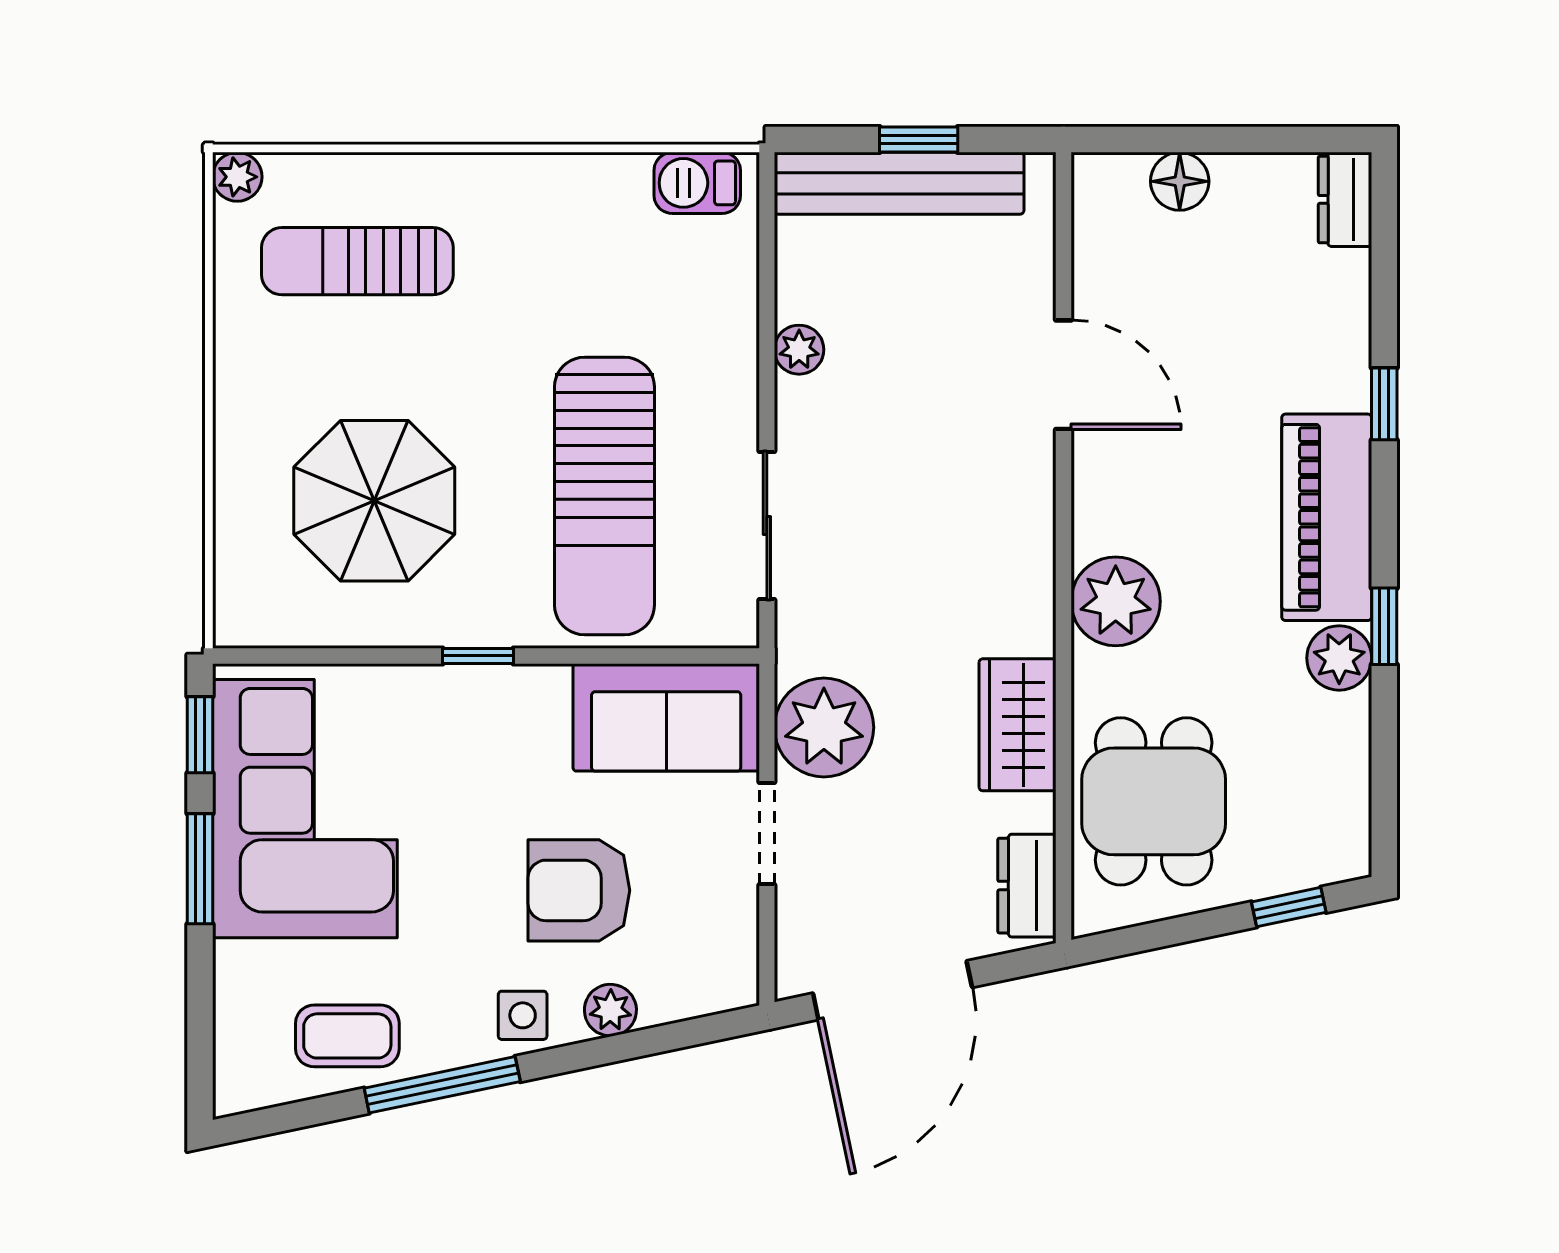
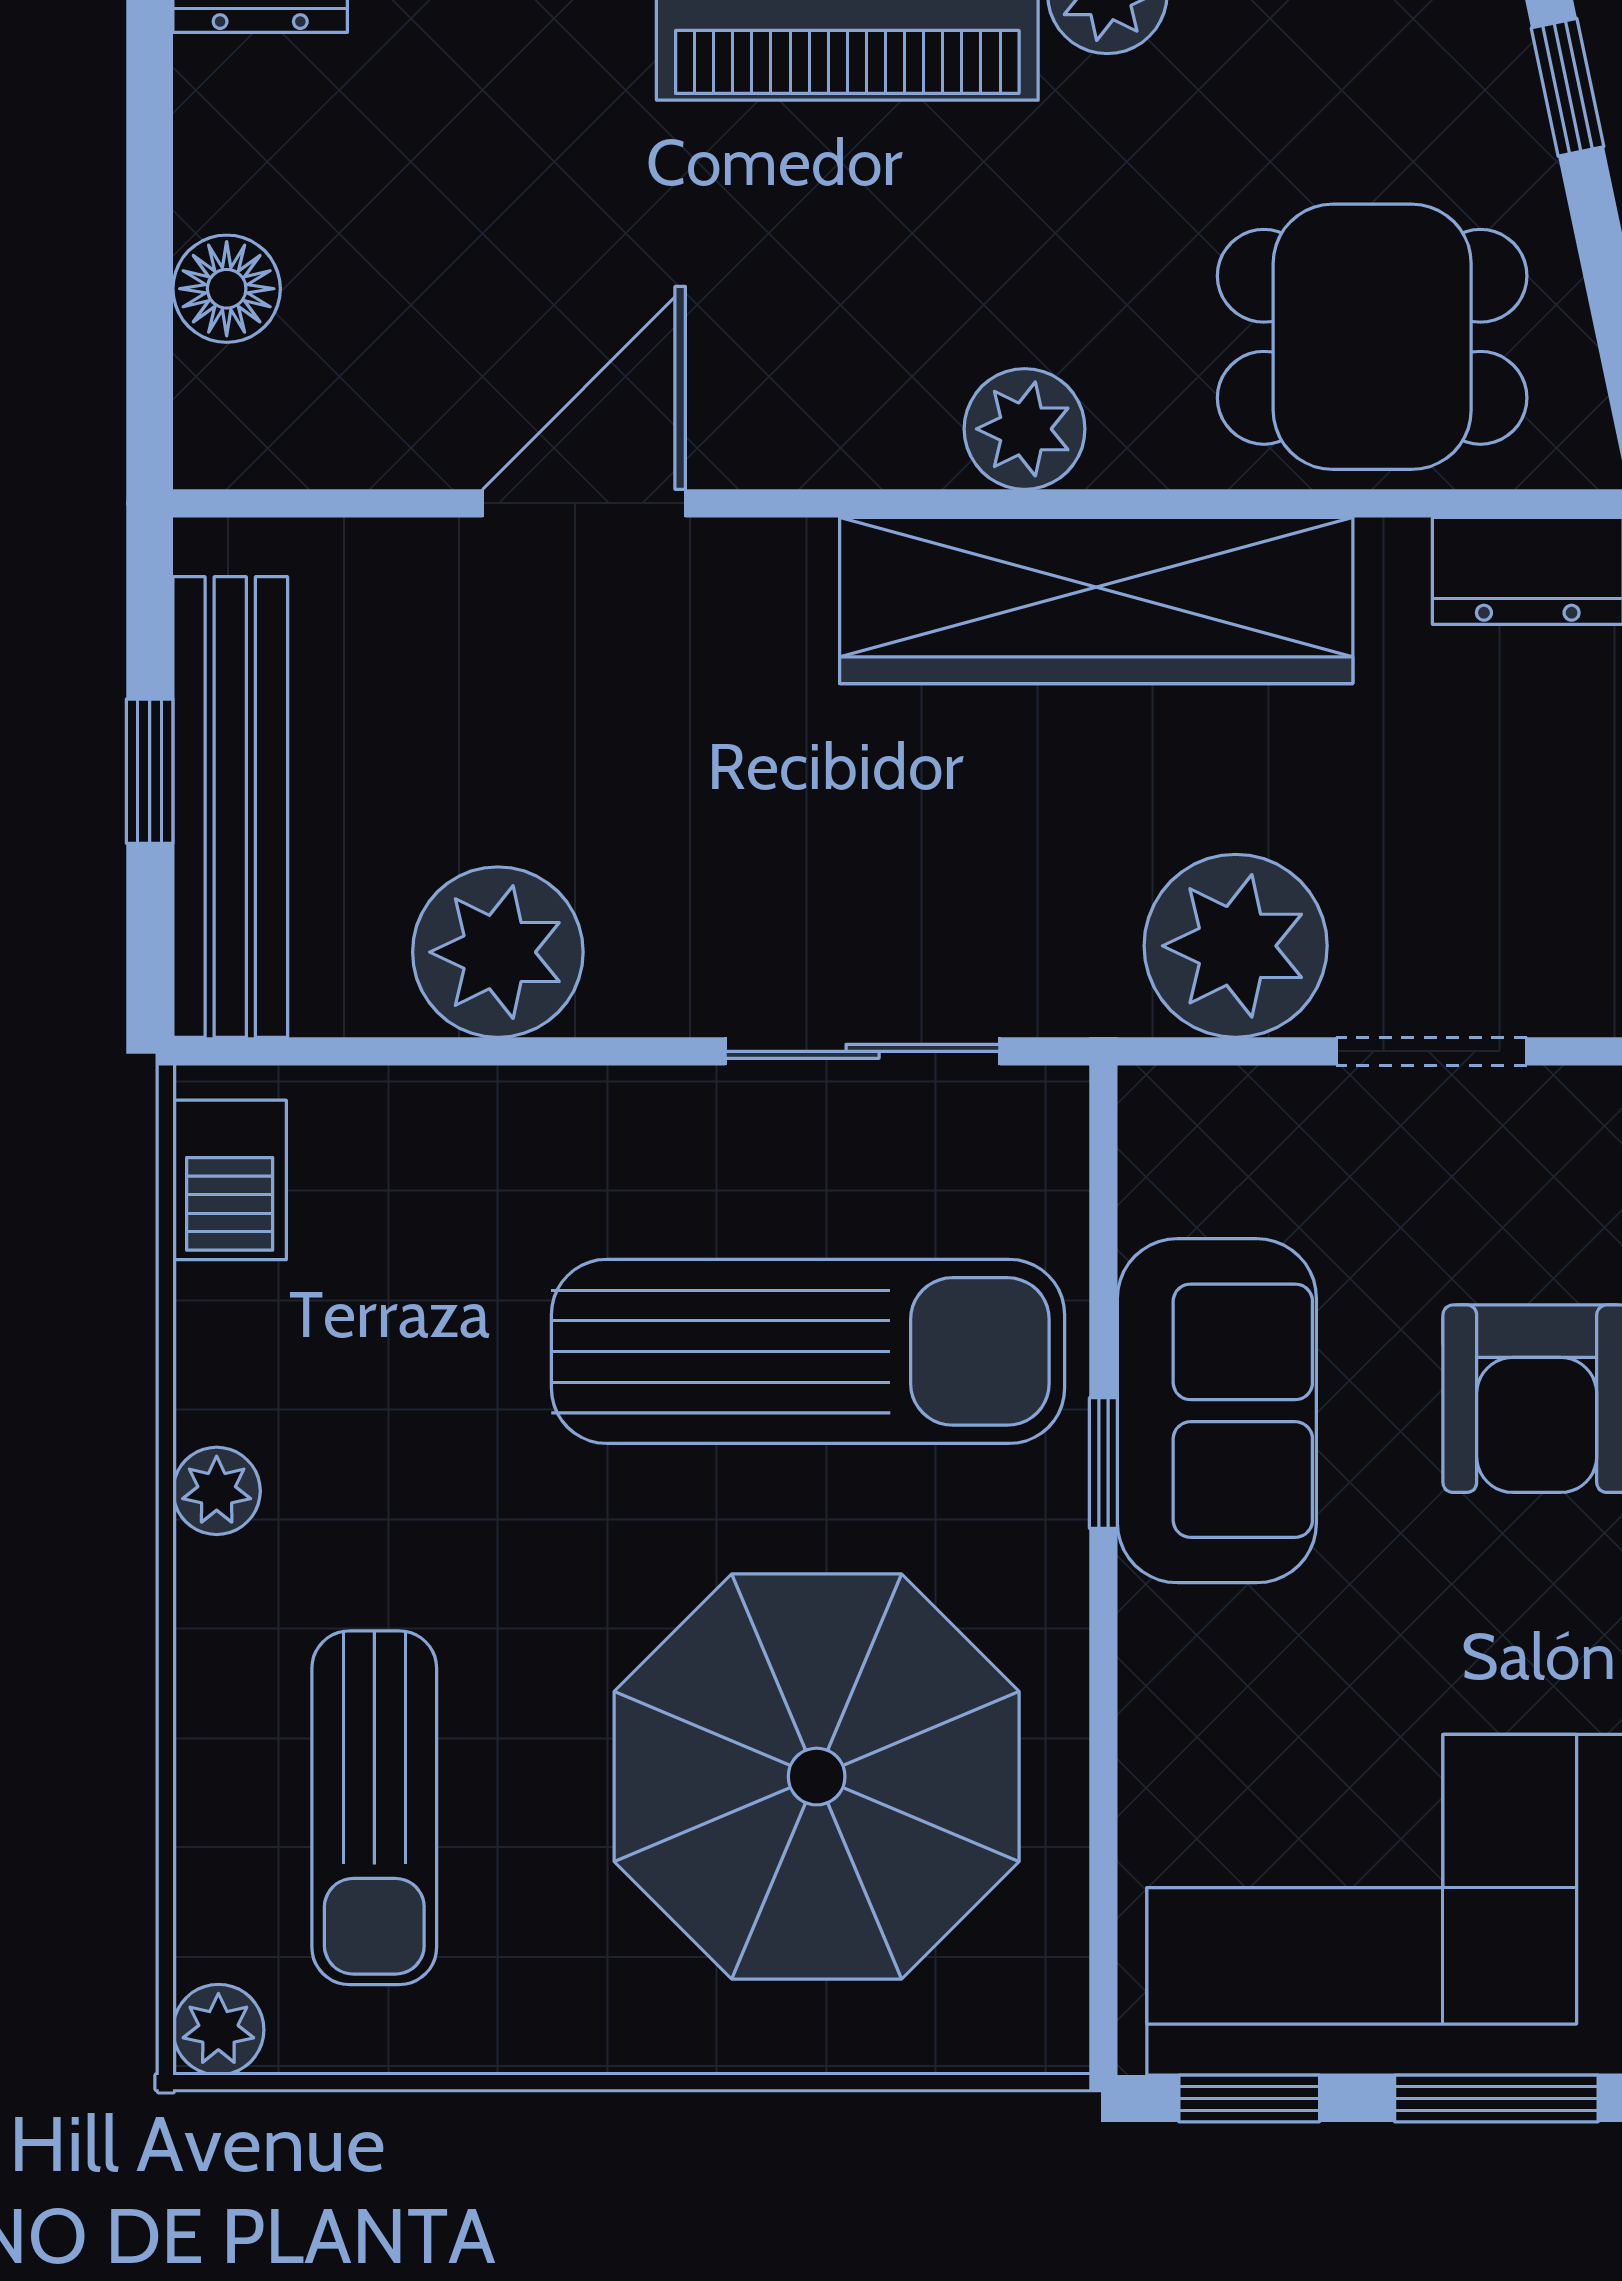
plant: (529, 176) -> (217, 1491), added
plant: (799, 350) -> (498, 952), width x1.87, depth x1.87
parasol: (374, 501) -> (817, 1777), width x1.36, depth x1.36
plant: (1116, 601) -> (1025, 429), width x0.73, depth x0.73
window: (478, 656) -> (1103, 1463), moved
sofa: (666, 717) -> (1217, 1411), moved
wardrobe: (1018, 725) -> (1096, 600), width x2.10, depth x1.17

